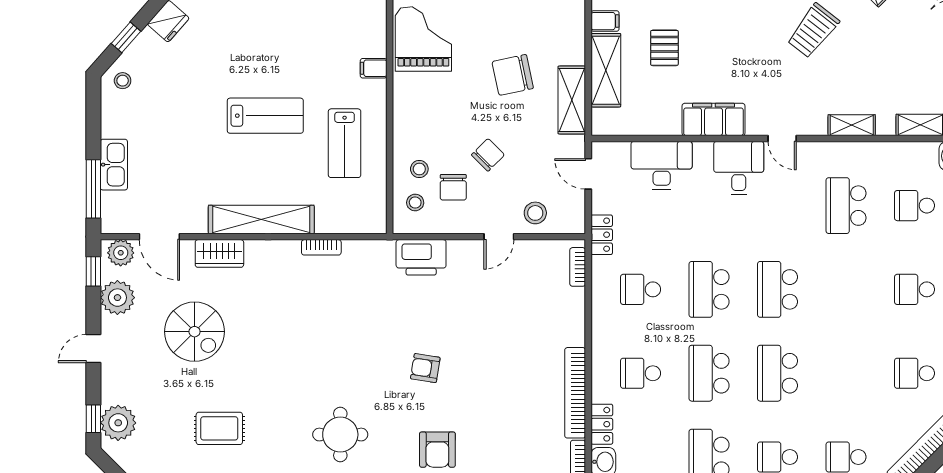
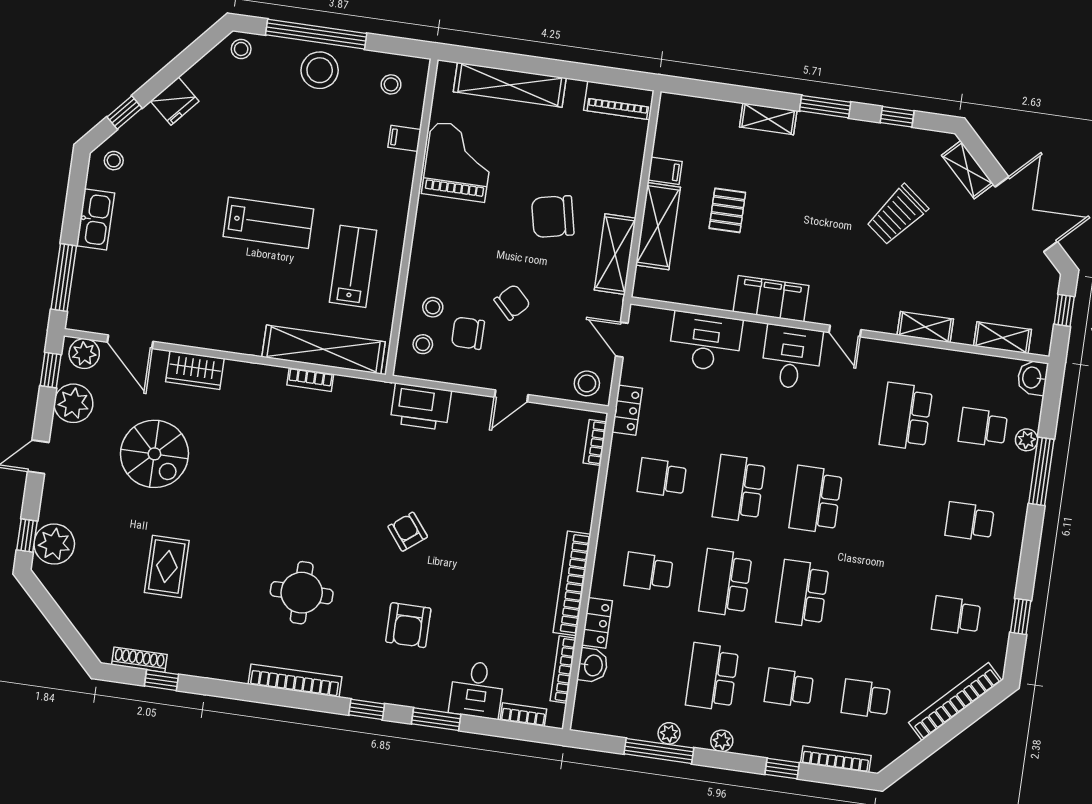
filing cabinet: (374, 68) -> (404, 138), moved
lab bench: (345, 143) -> (353, 266), turned 180
kitchen sink: (114, 165) -> (95, 219), moved
chair: (453, 187) -> (468, 333), turned 90
stool: (535, 213) -> (587, 383), moved
shelving: (261, 219) -> (324, 349), moved
armchair: (425, 368) -> (408, 532), turned 43
rug: (219, 428) -> (167, 566), turned 90

